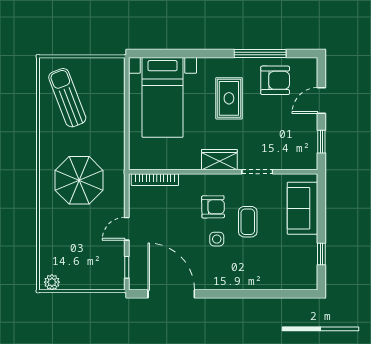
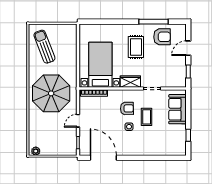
bed with nightstands: (162, 97) -> (100, 65), moved, turned 180
parasol: (79, 180) -> (51, 93), width x1.36, depth x1.36

